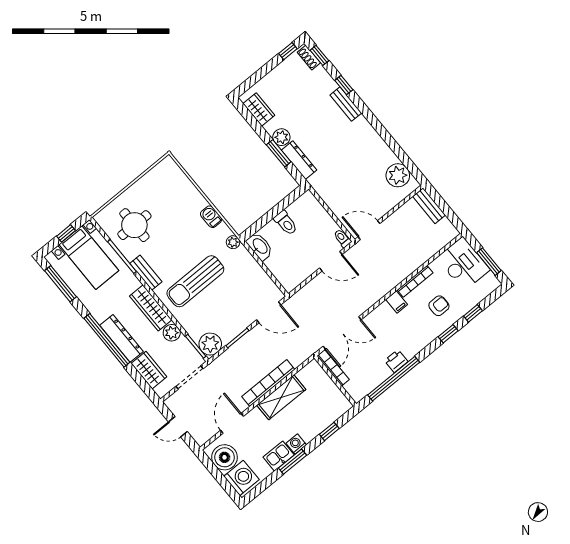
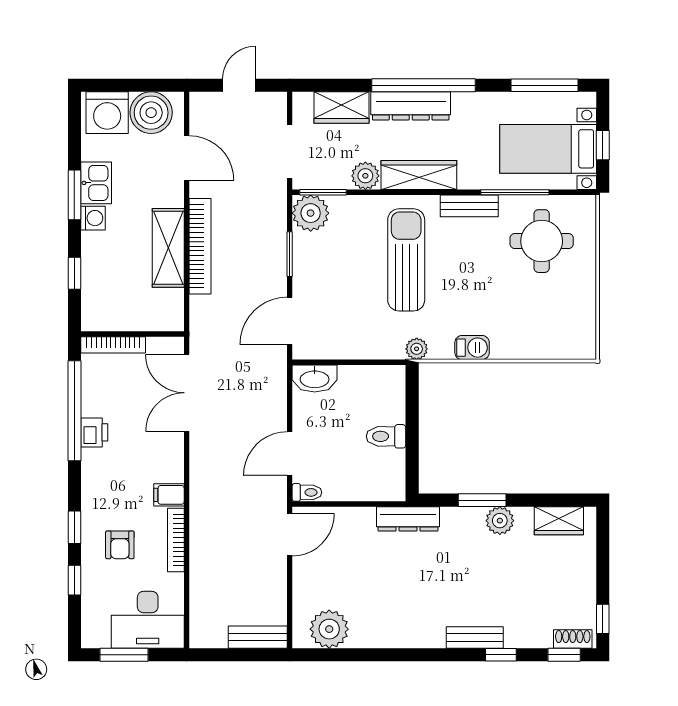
dresser: (299, 160) -> (408, 519), moved
washbasin: (260, 246) -> (315, 379), moved
bookcase: (333, 368) -> (113, 345), moved

